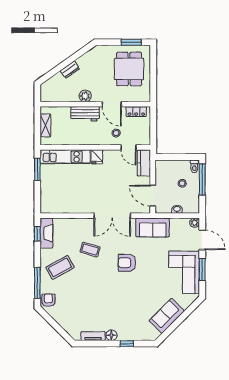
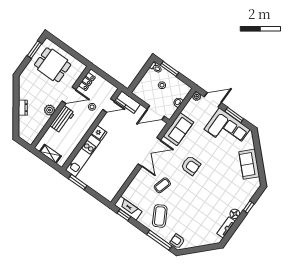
window: (202, 180) -> (170, 69), width x0.69
armchair: (127, 263) -> (191, 166), turned -90

